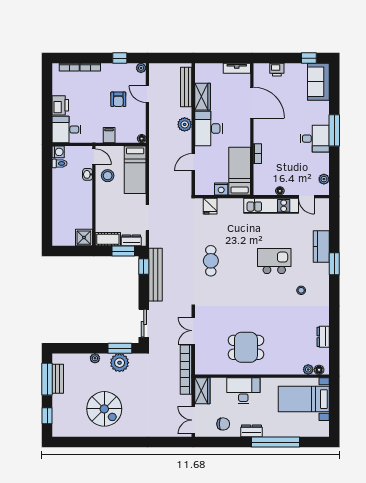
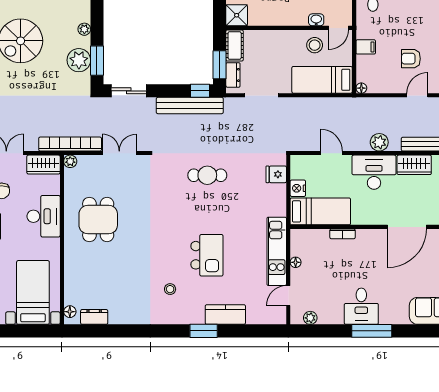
dresser: (323, 337) -> (94, 317), moved
plant: (308, 369) -> (70, 161), moved

